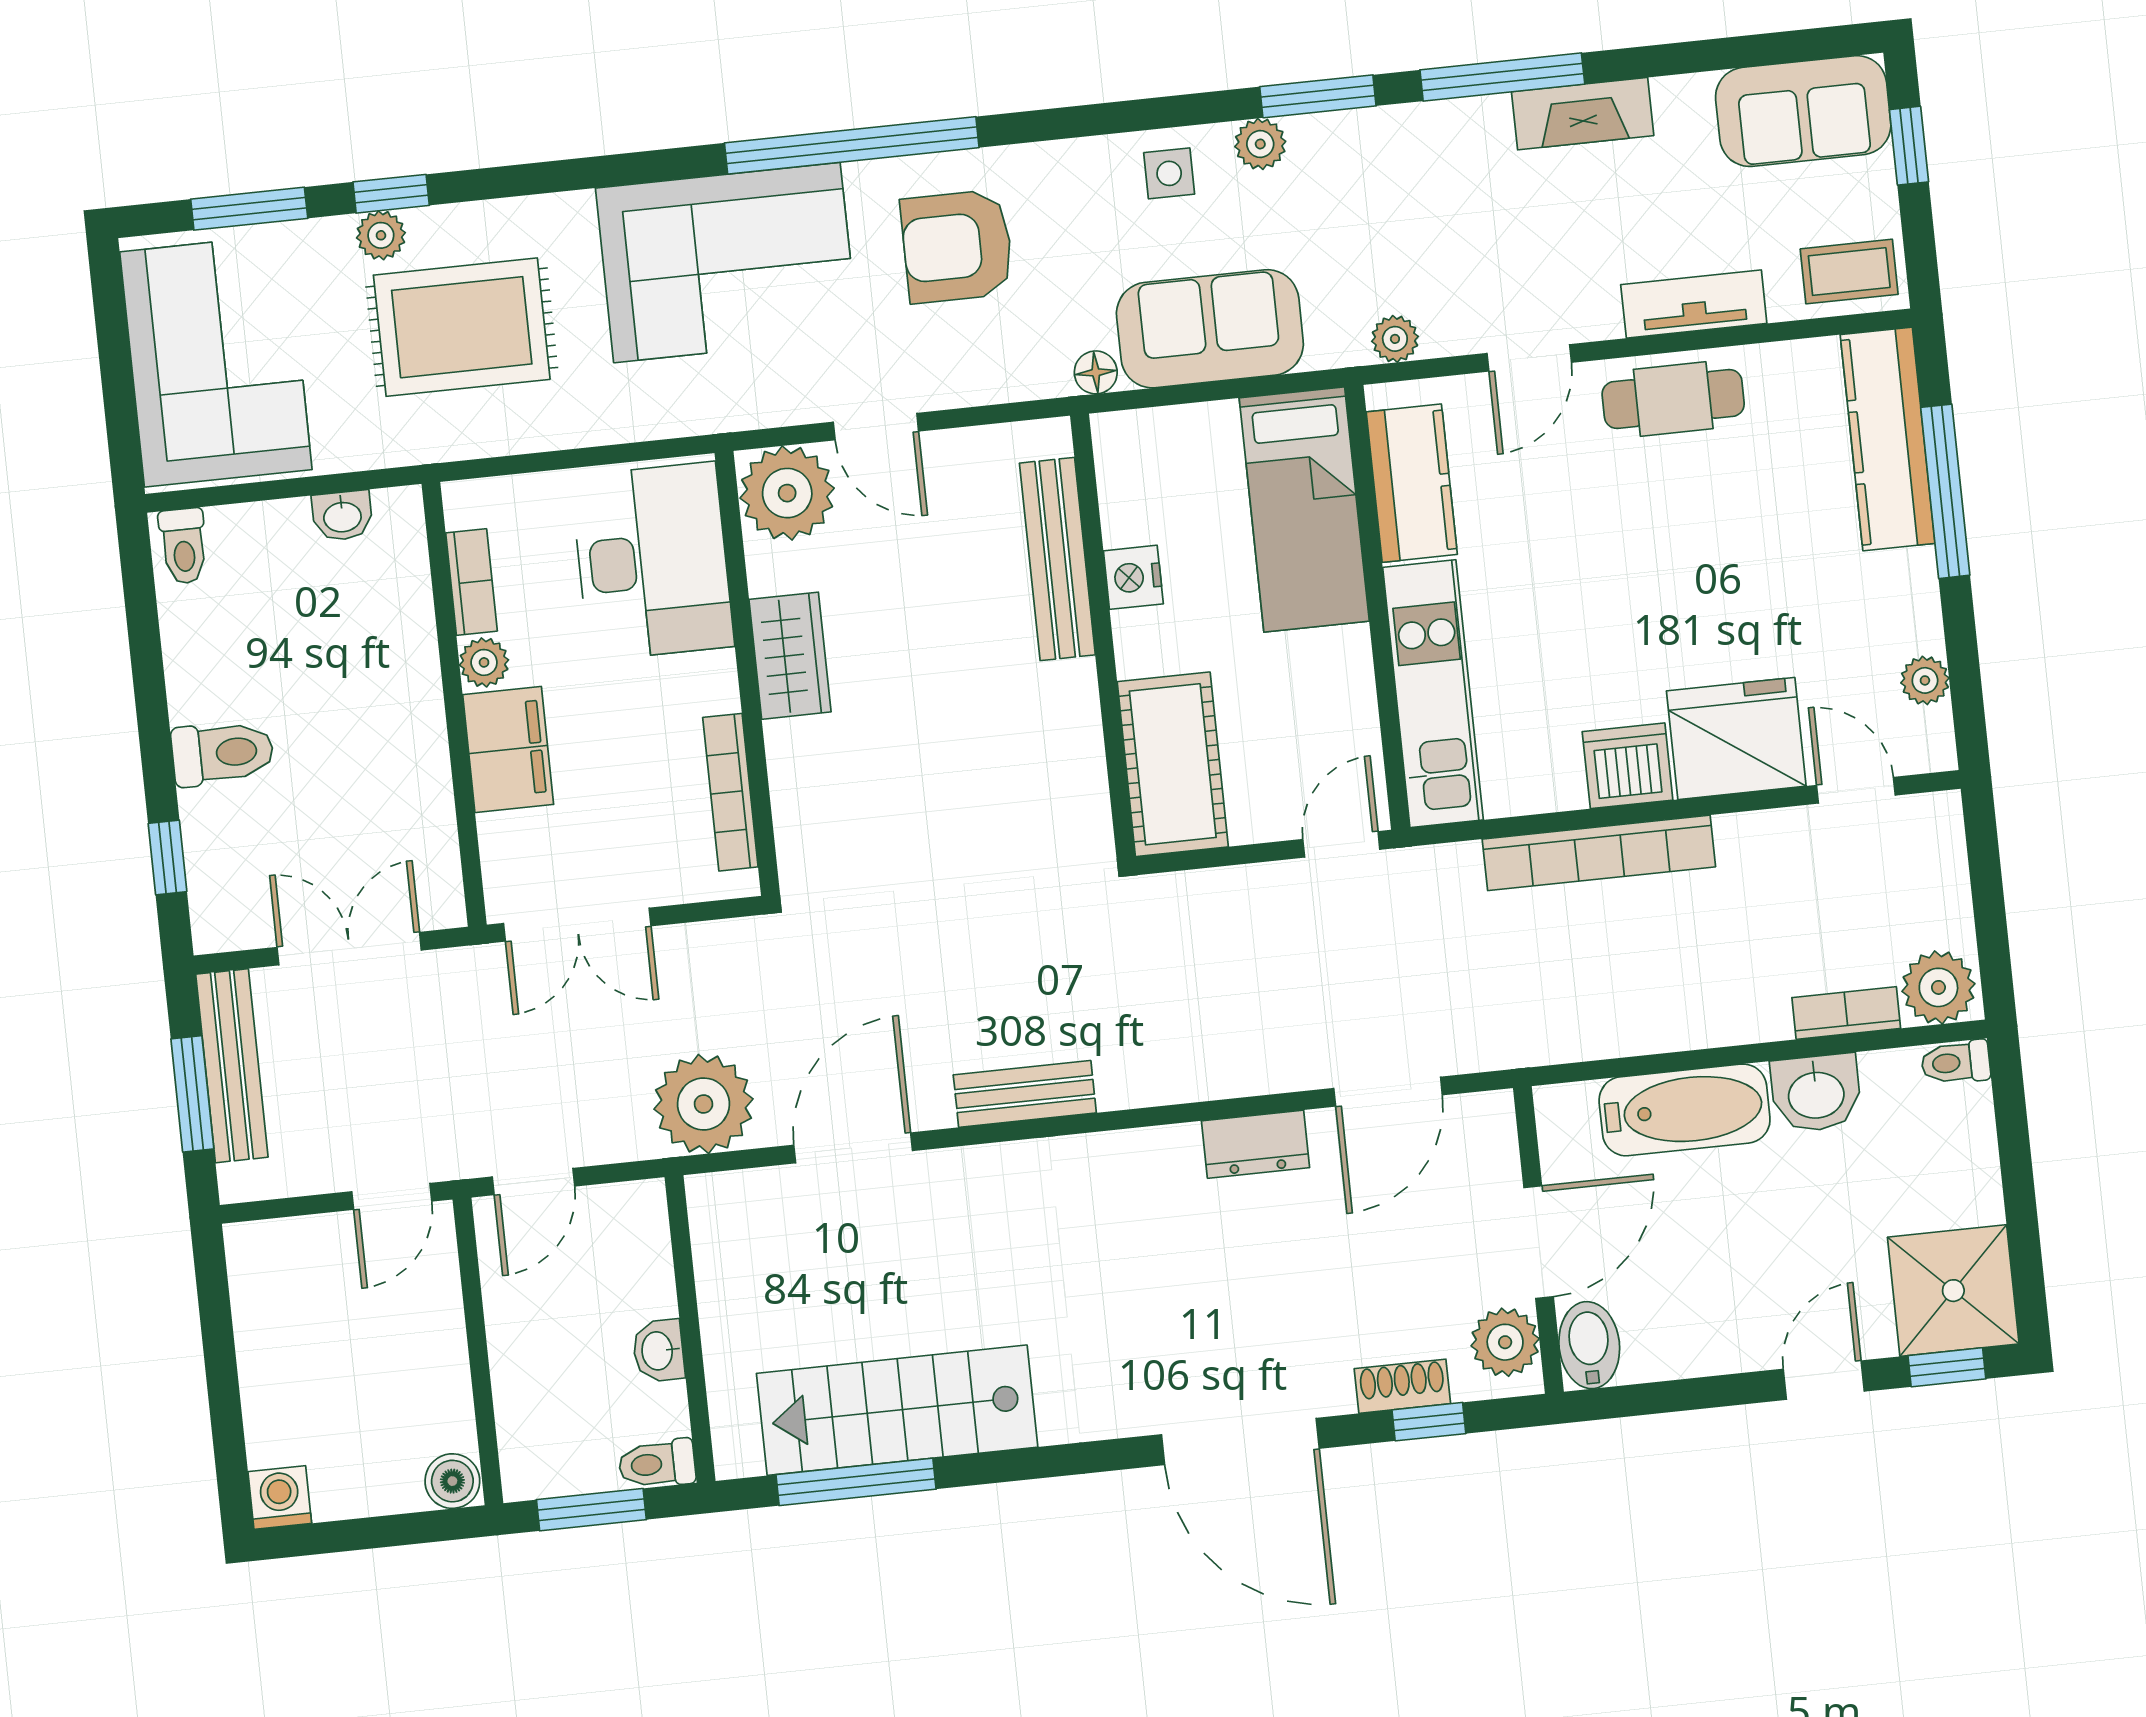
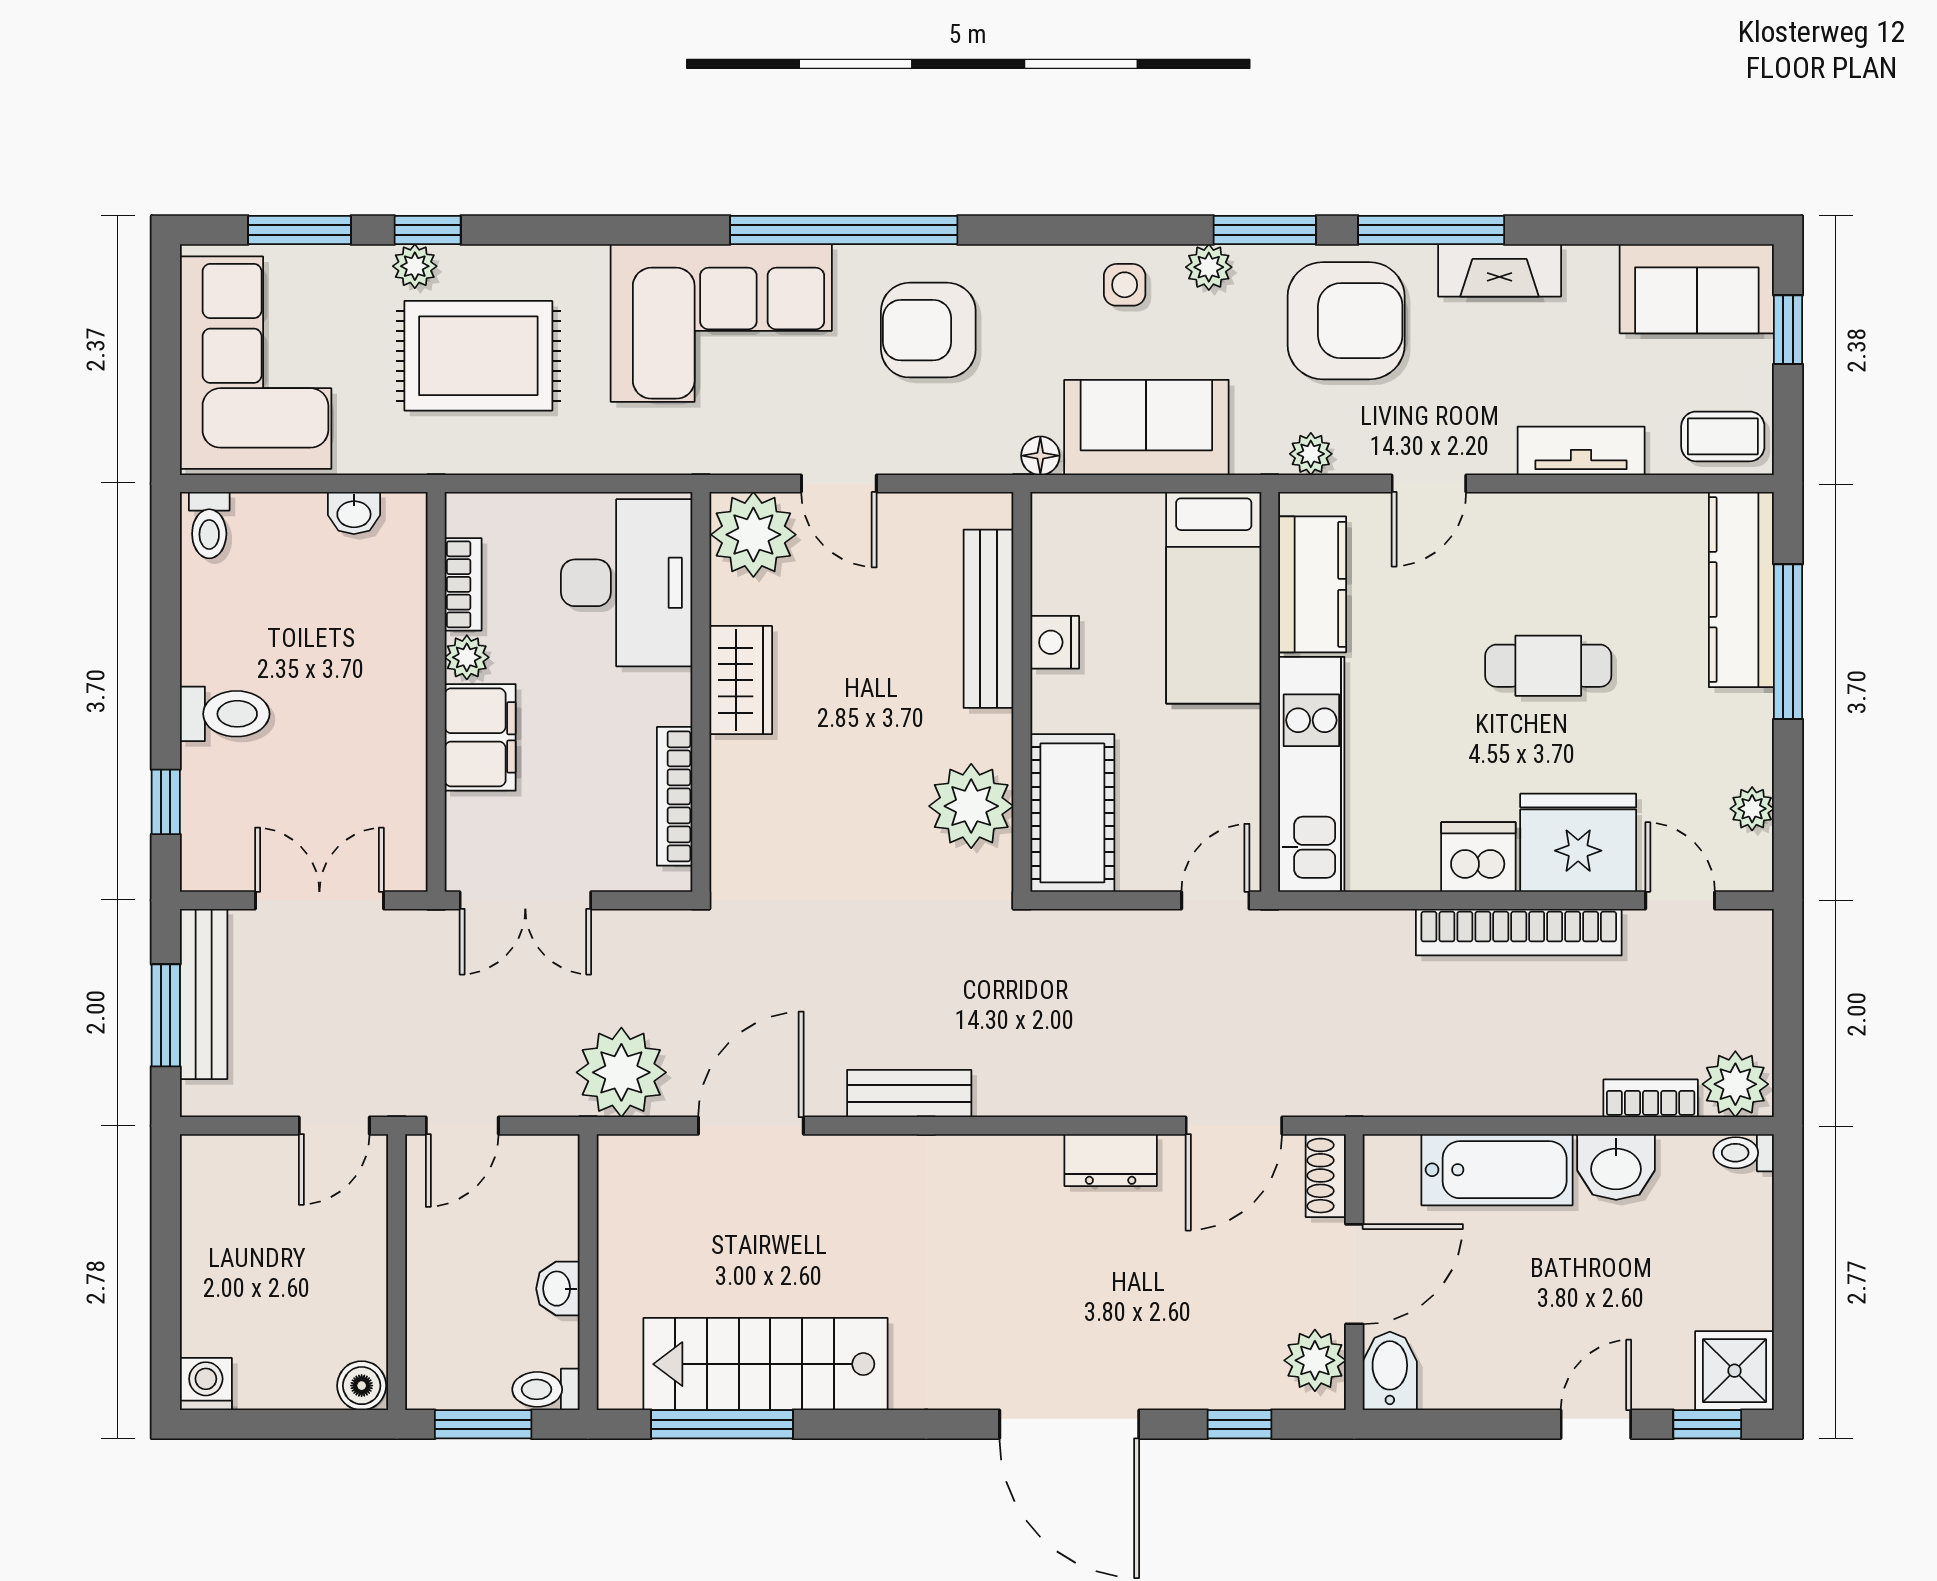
armchair: (1419, 187) -> (1346, 321), added
cafe table: (1673, 399) -> (1548, 666), moved
plant: (1060, 768) -> (971, 806), added
bookcase: (1599, 853) -> (1519, 932), moved
shower: (1953, 1291) -> (1735, 1371), width x0.73, depth x0.73
shoe rack: (1402, 1386) -> (1326, 1176), moved, turned -90

